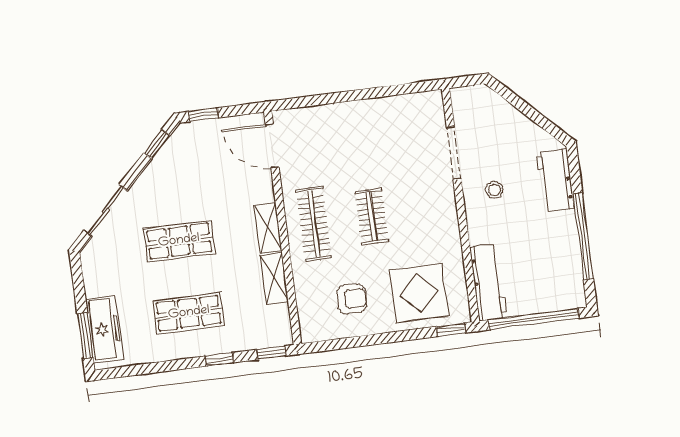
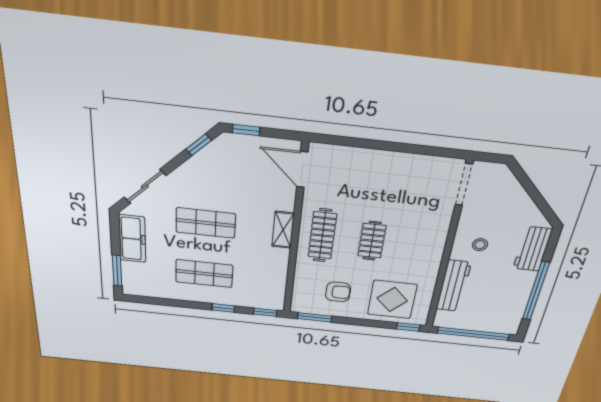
doorway: (454, 153) -> (464, 185), moved
shelving: (274, 278) -> (279, 266), removed
workbench: (488, 282) -> (454, 286), moved
freezer: (104, 329) -> (132, 239), moved
window: (333, 345) -> (315, 317), added

